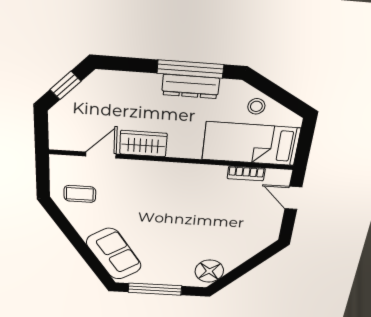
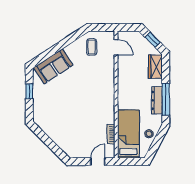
wardrobe: (143, 144) -> (155, 67), moved, turned 180
door: (101, 155) -> (116, 47), moved
floor lamp: (209, 271) -> (45, 122), removed
window: (155, 289) -> (29, 91), width x0.46

